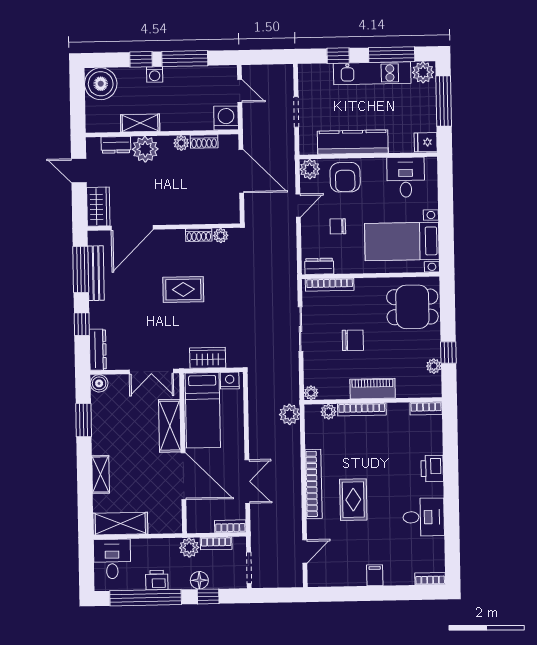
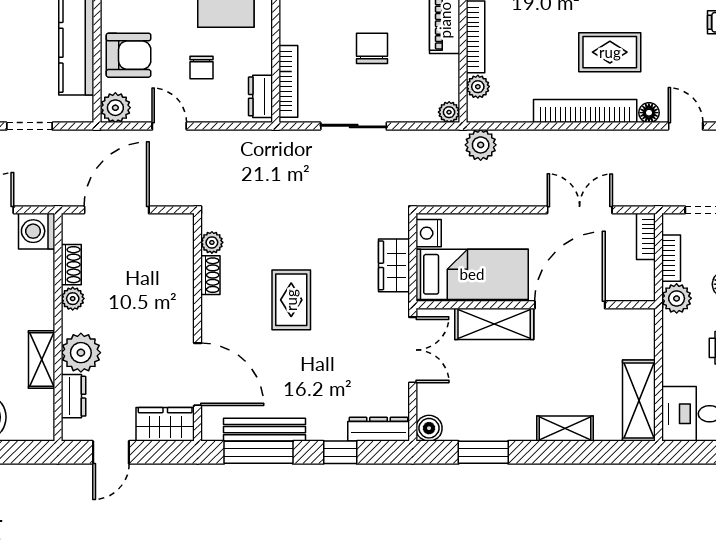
floor lamp: (313, 527) -> (649, 113), added

